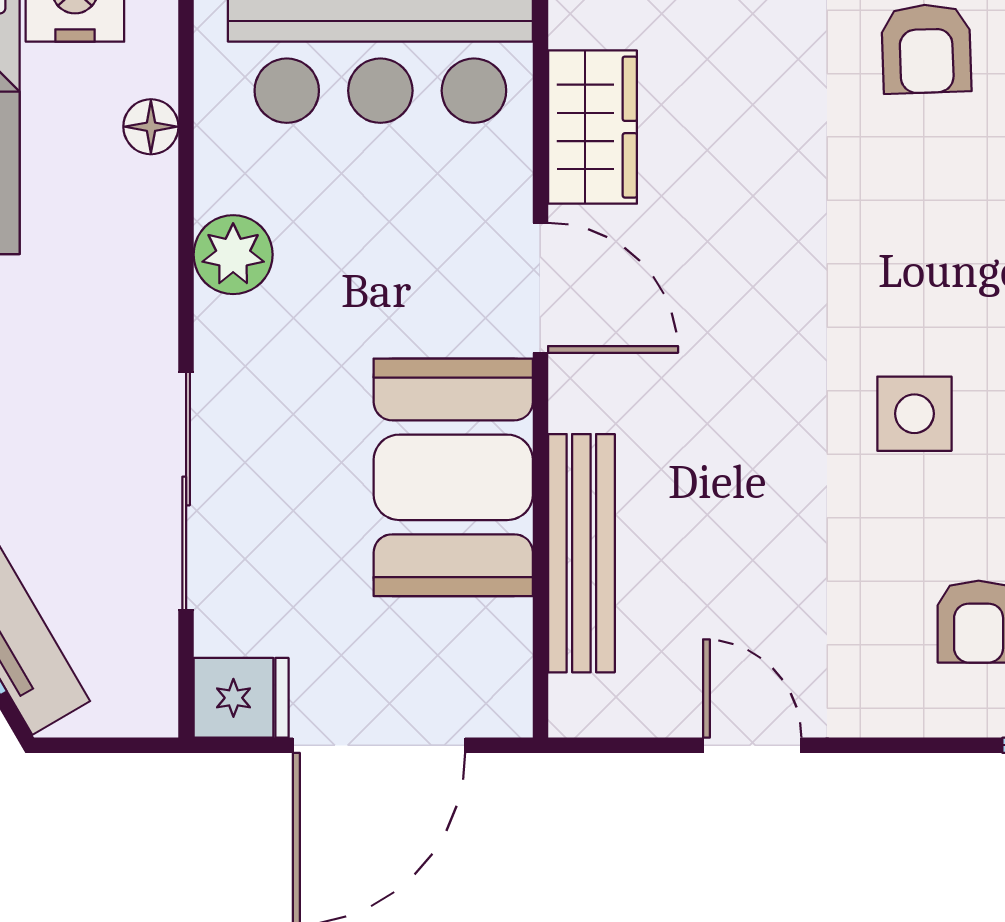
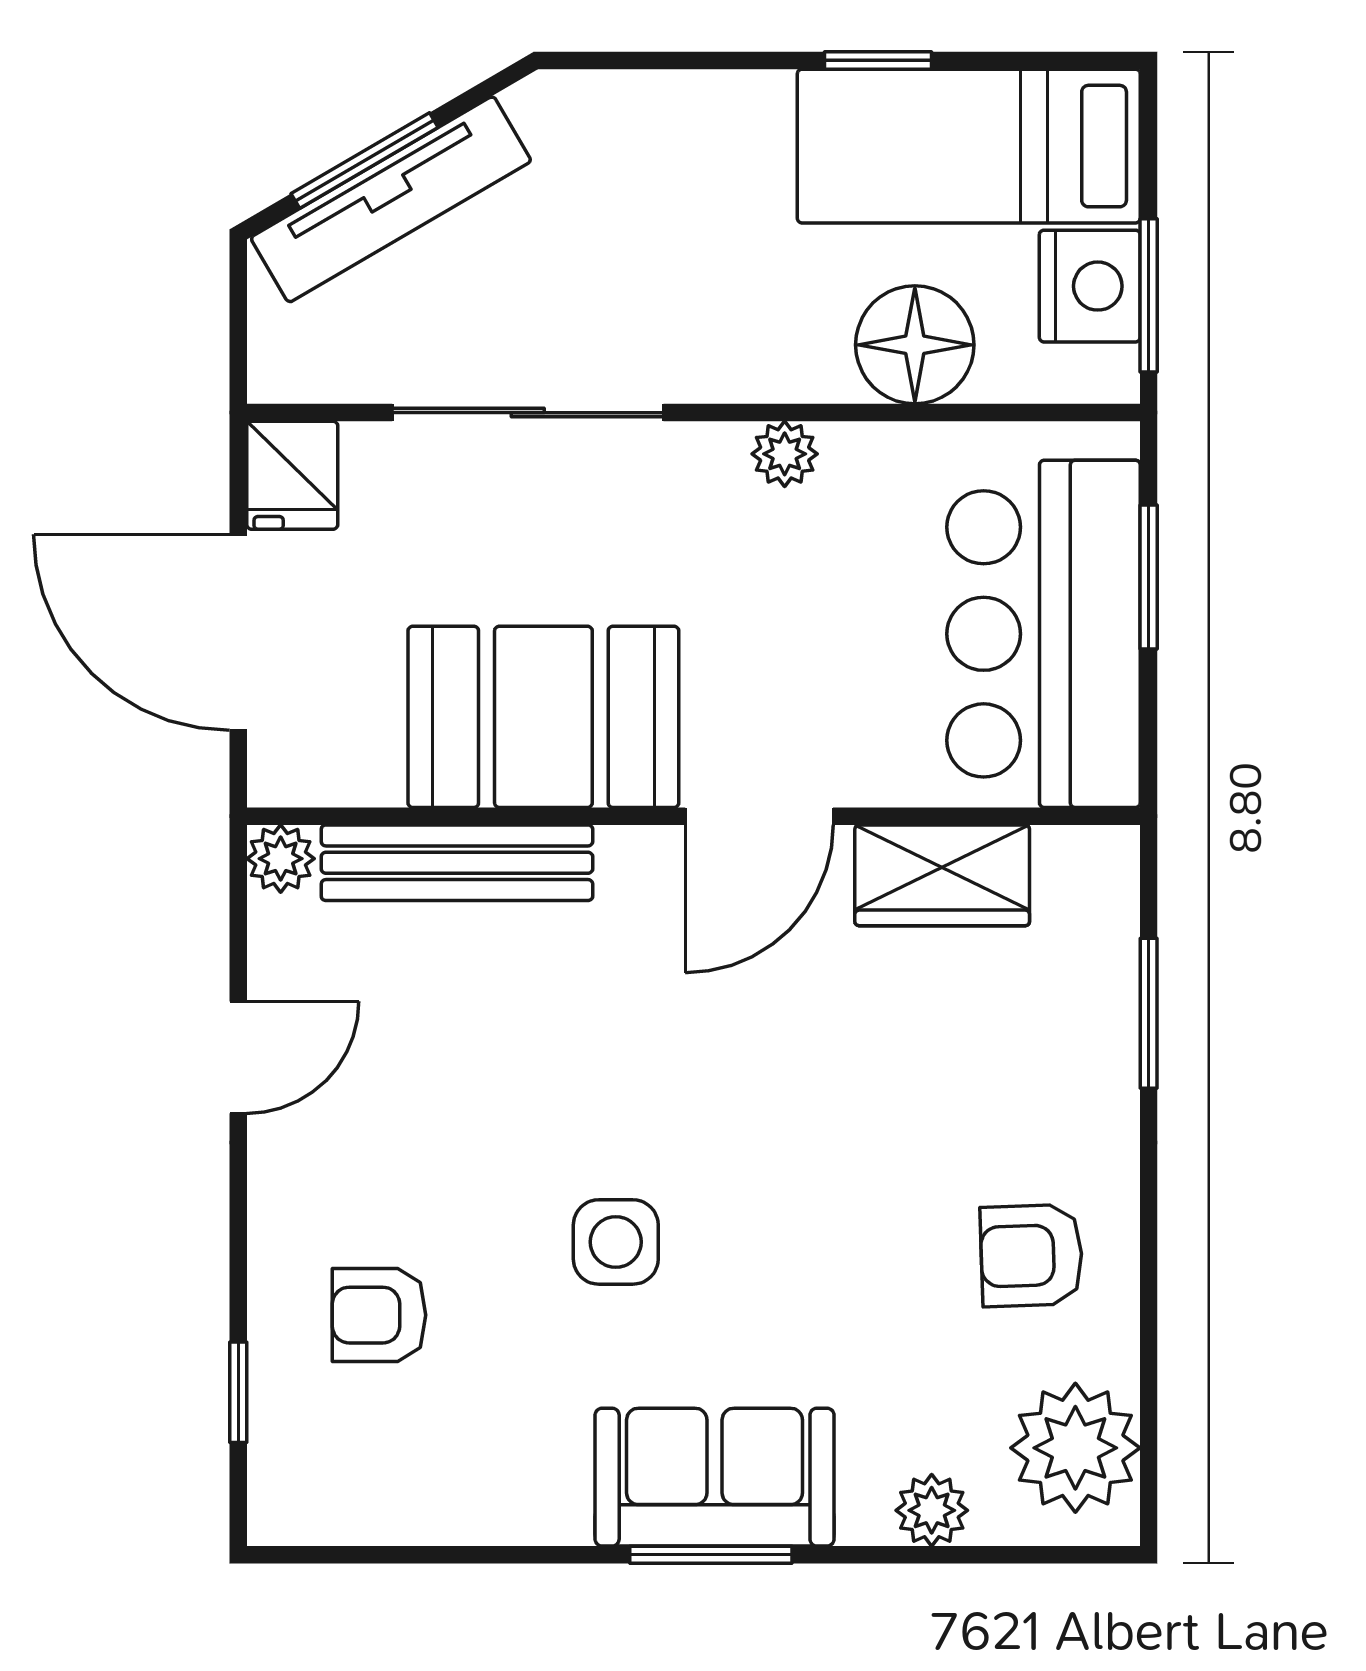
floor lamp: (151, 127) -> (915, 345), width x1.89, depth x1.89
plant: (233, 255) -> (785, 454), width x0.73, depth x0.73
plant: (578, 708) -> (281, 859), added

